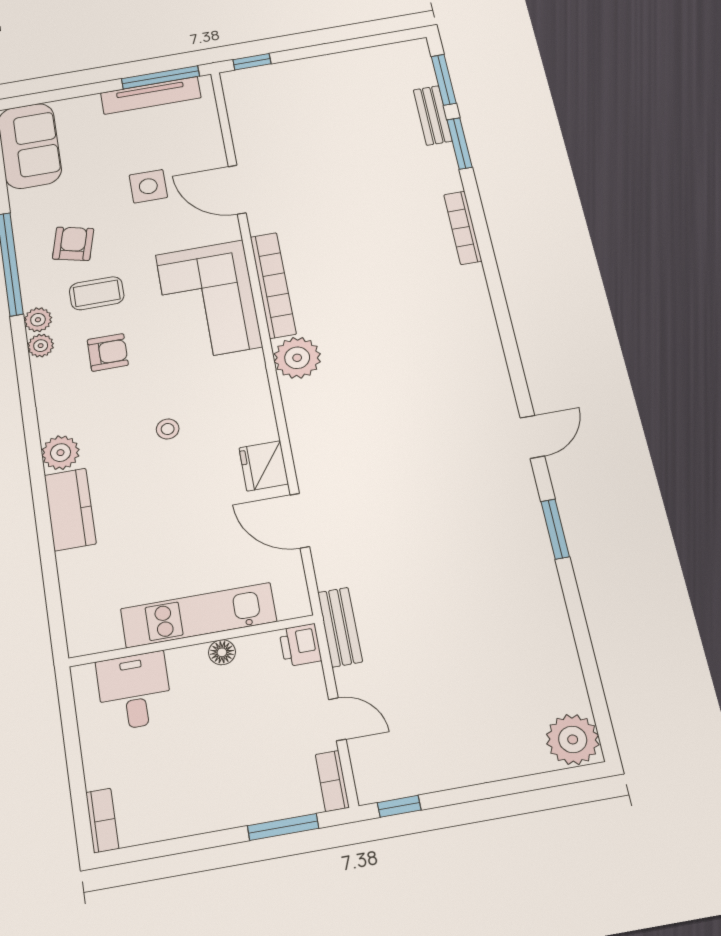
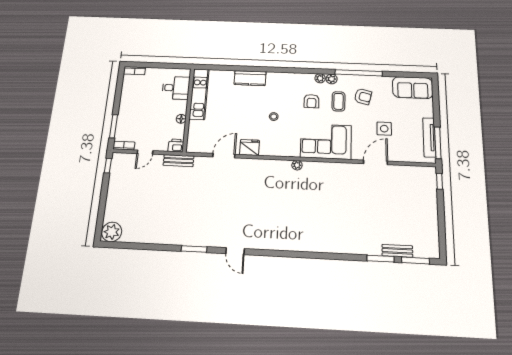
bookcase: (463, 228) -> (338, 249), removed
bookcase: (273, 285) -> (327, 167), removed
plant: (297, 358) -> (297, 165), width x0.53, depth x0.53
plant: (61, 453) -> (274, 78), removed
kitchen unit: (199, 615) -> (199, 94), moved

